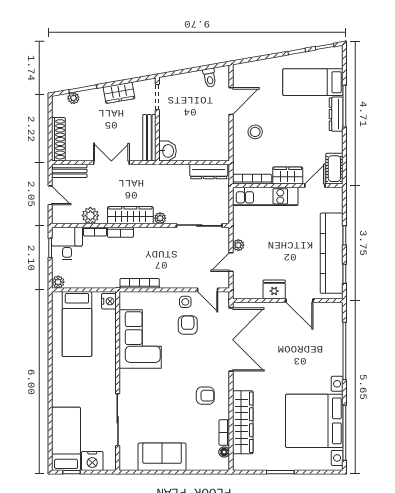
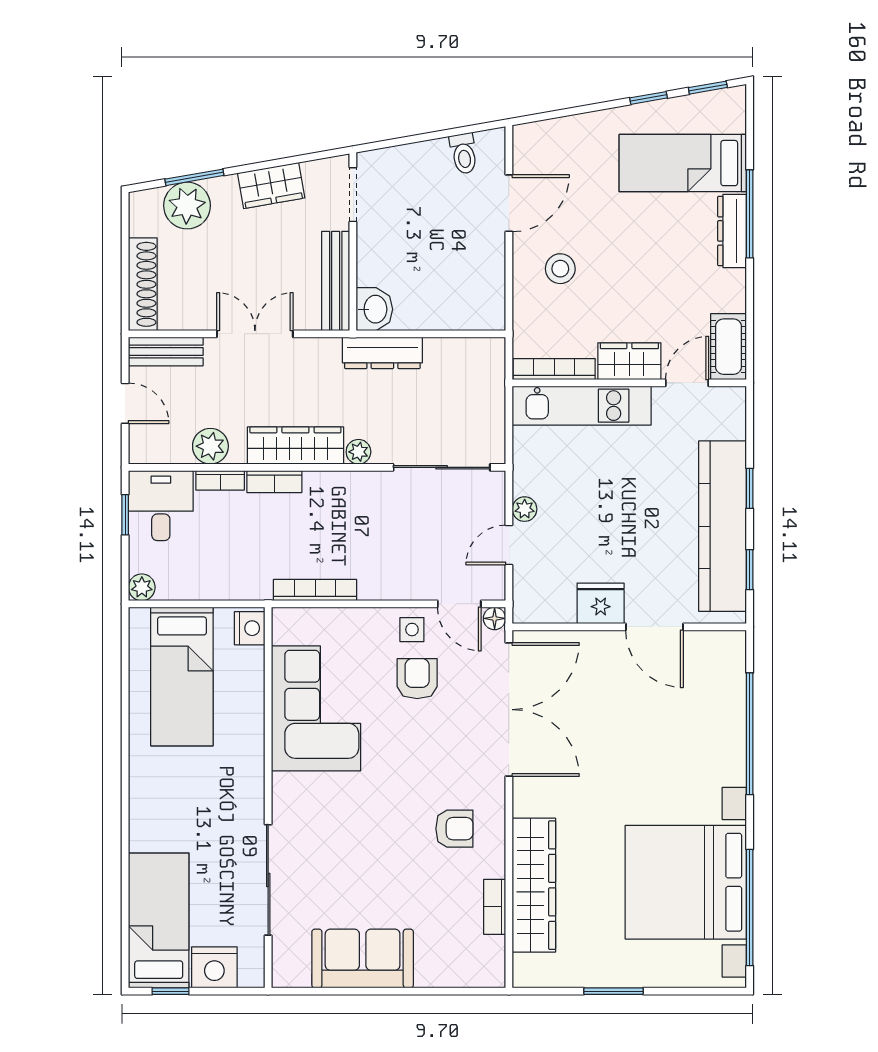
plant: (73, 98) -> (187, 206), width x1.88, depth x1.88
dresser: (209, 172) -> (382, 353), moved
floor lamp: (224, 452) -> (495, 618), moved

